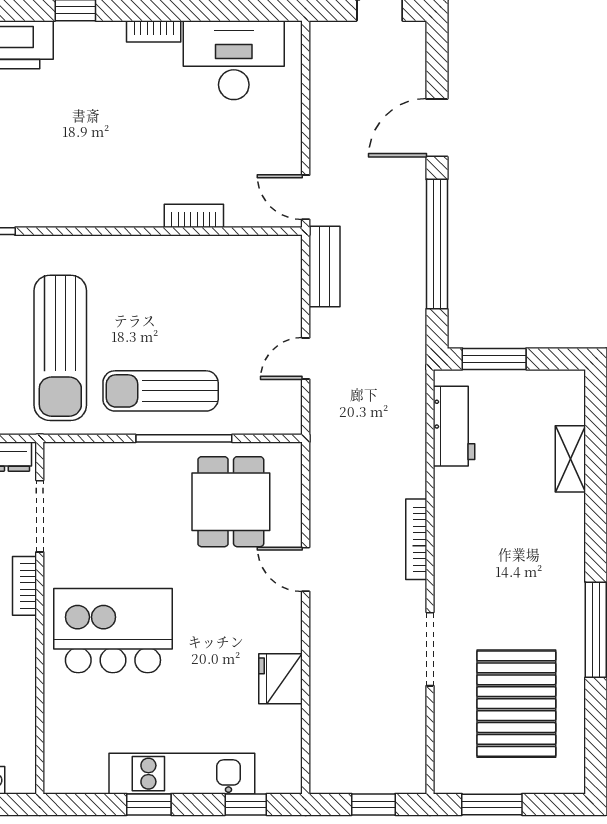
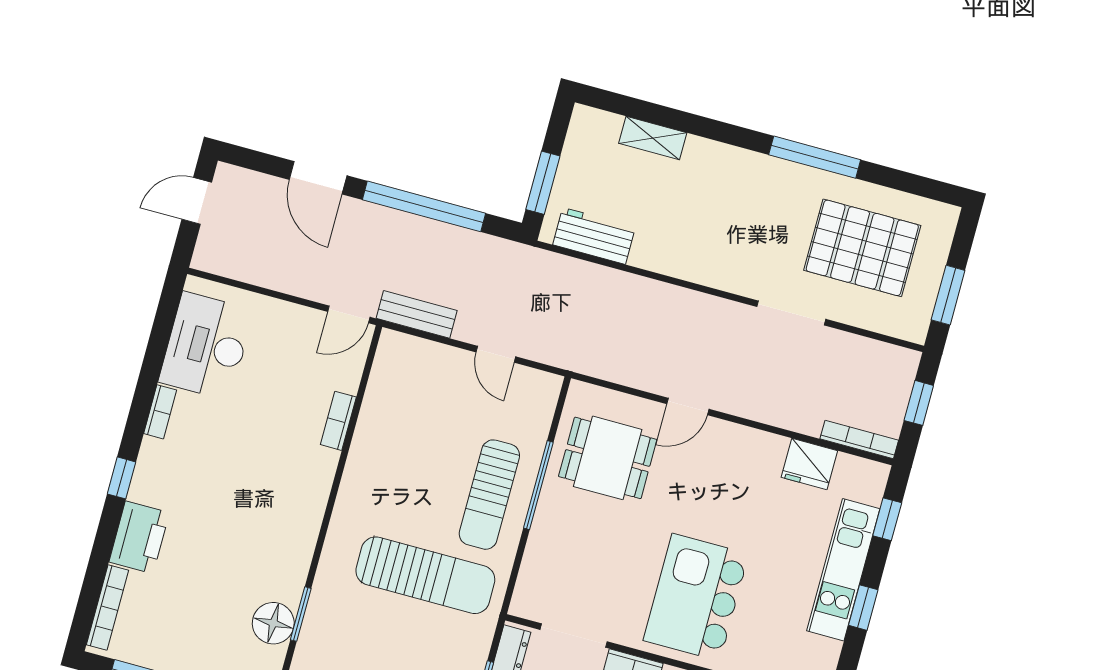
bookcase: (416, 539) -> (859, 440), moved, turned 180
fridge: (281, 679) -> (809, 464), moved

